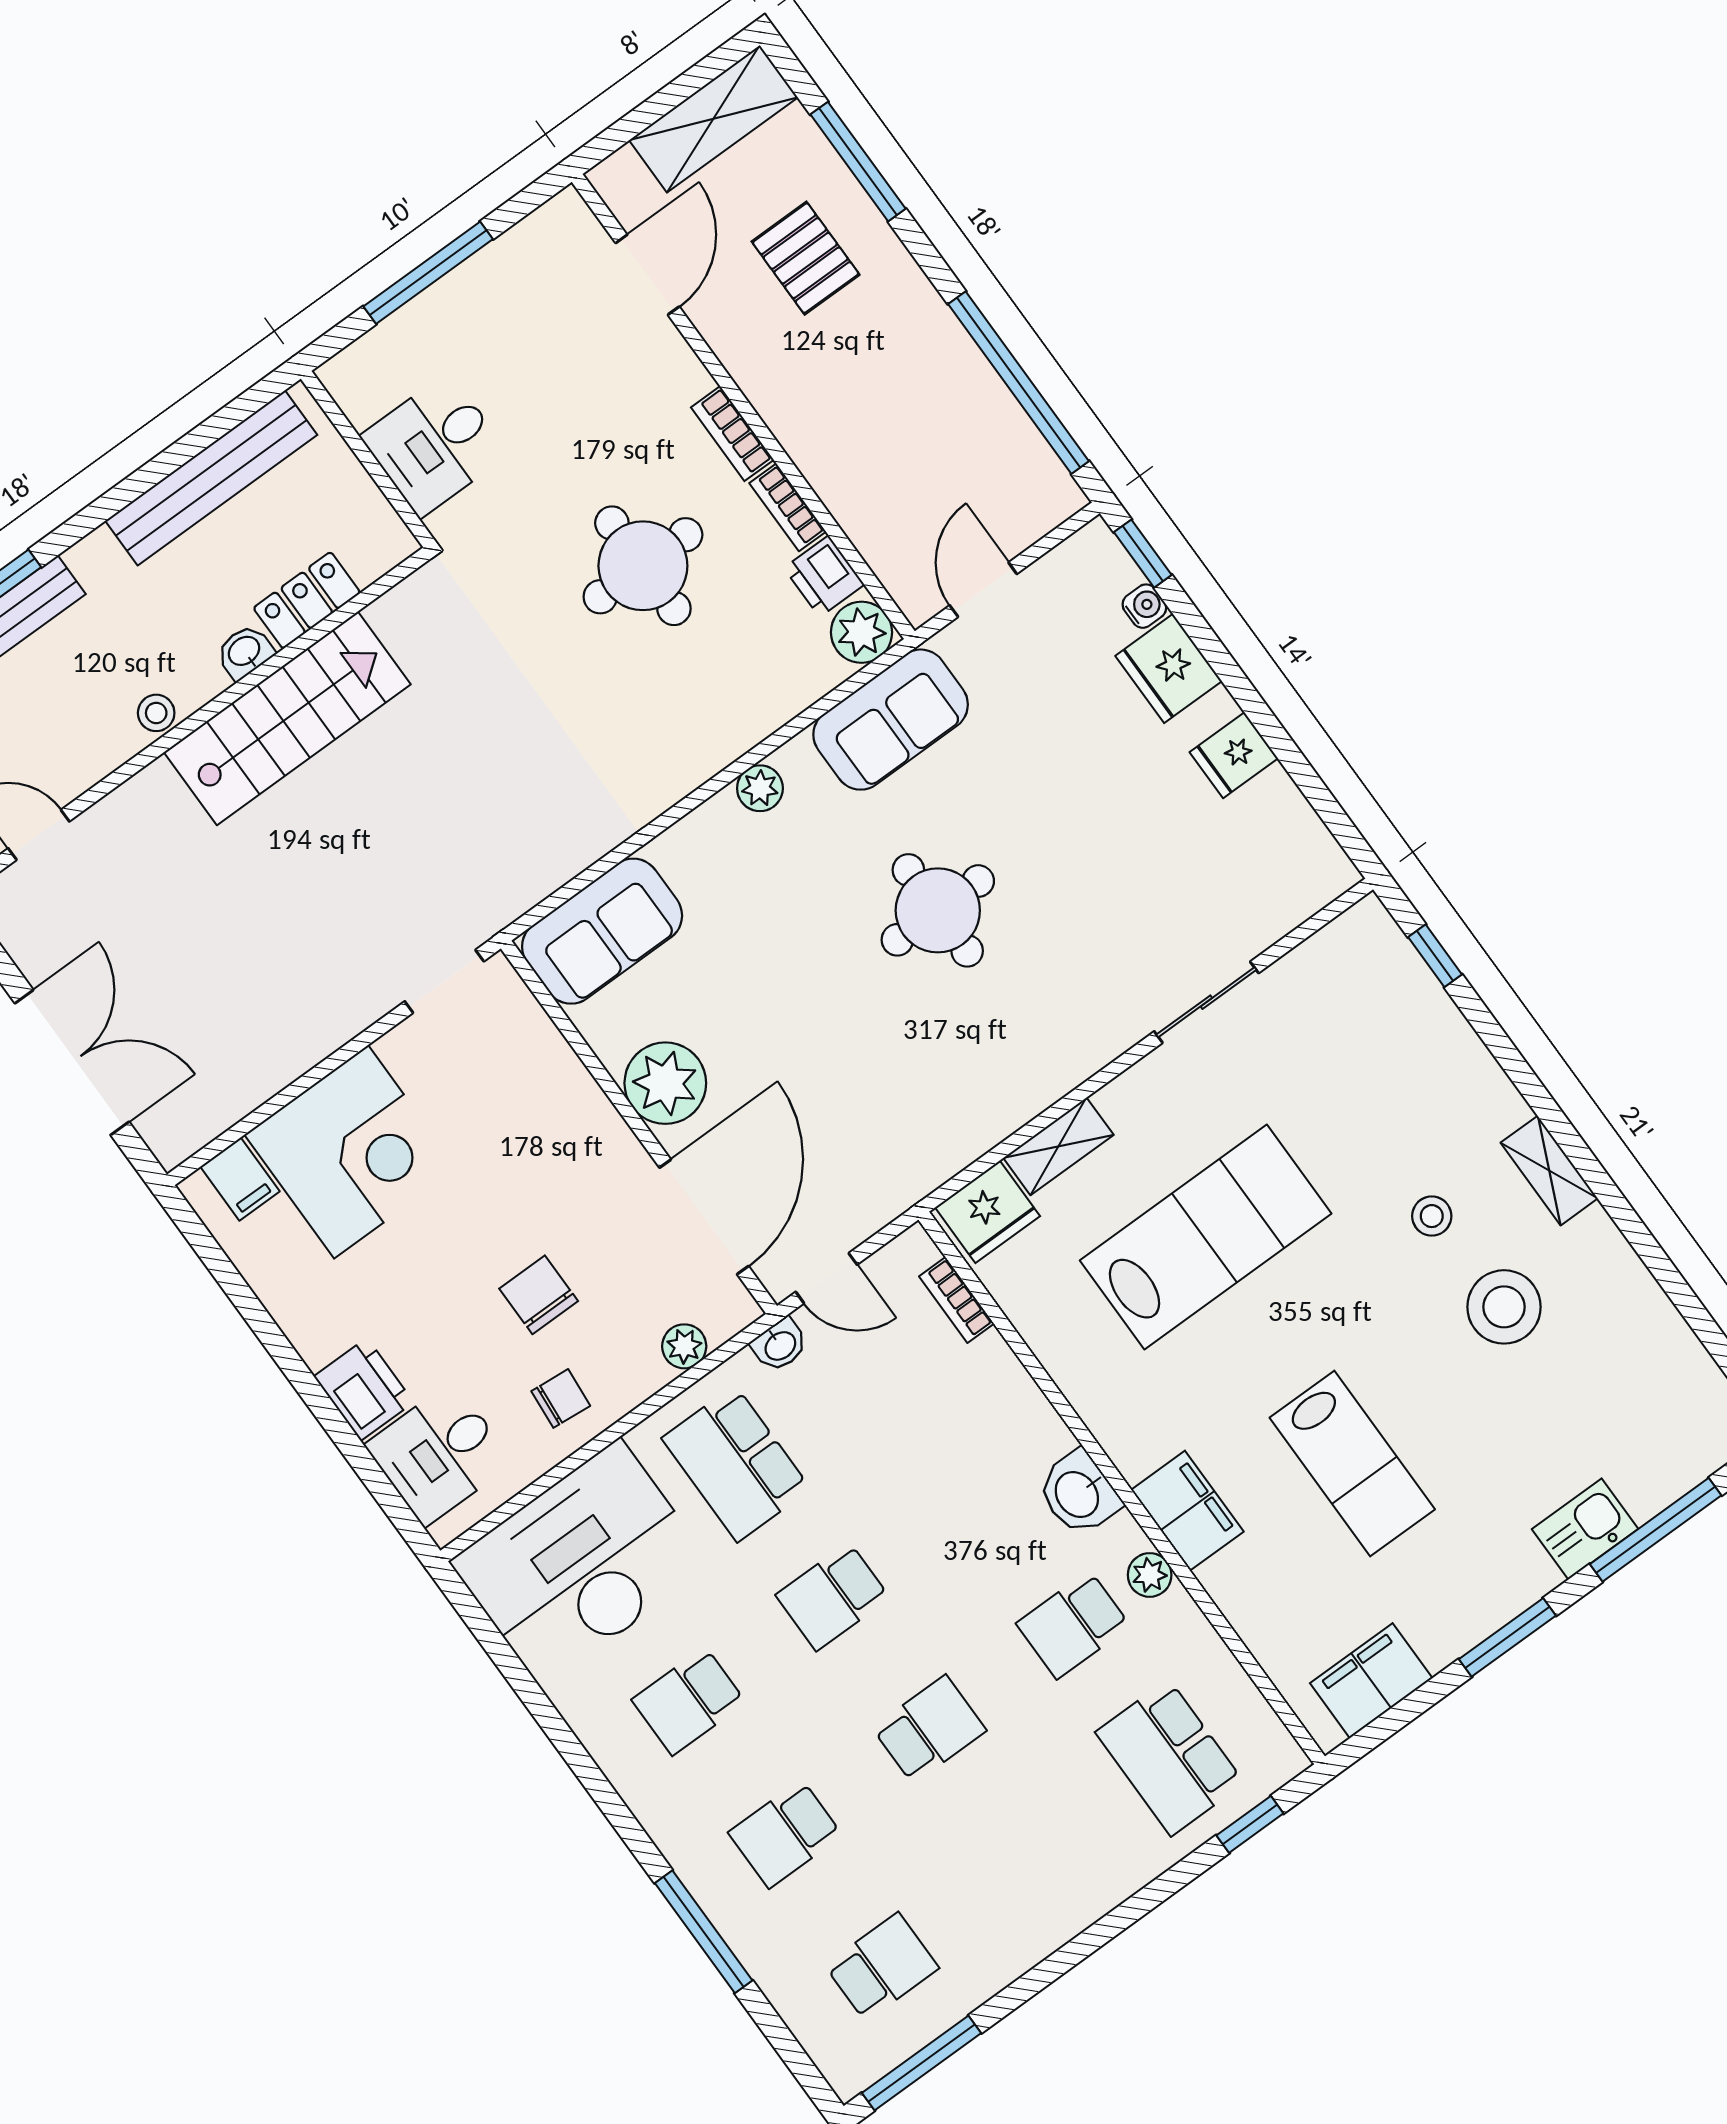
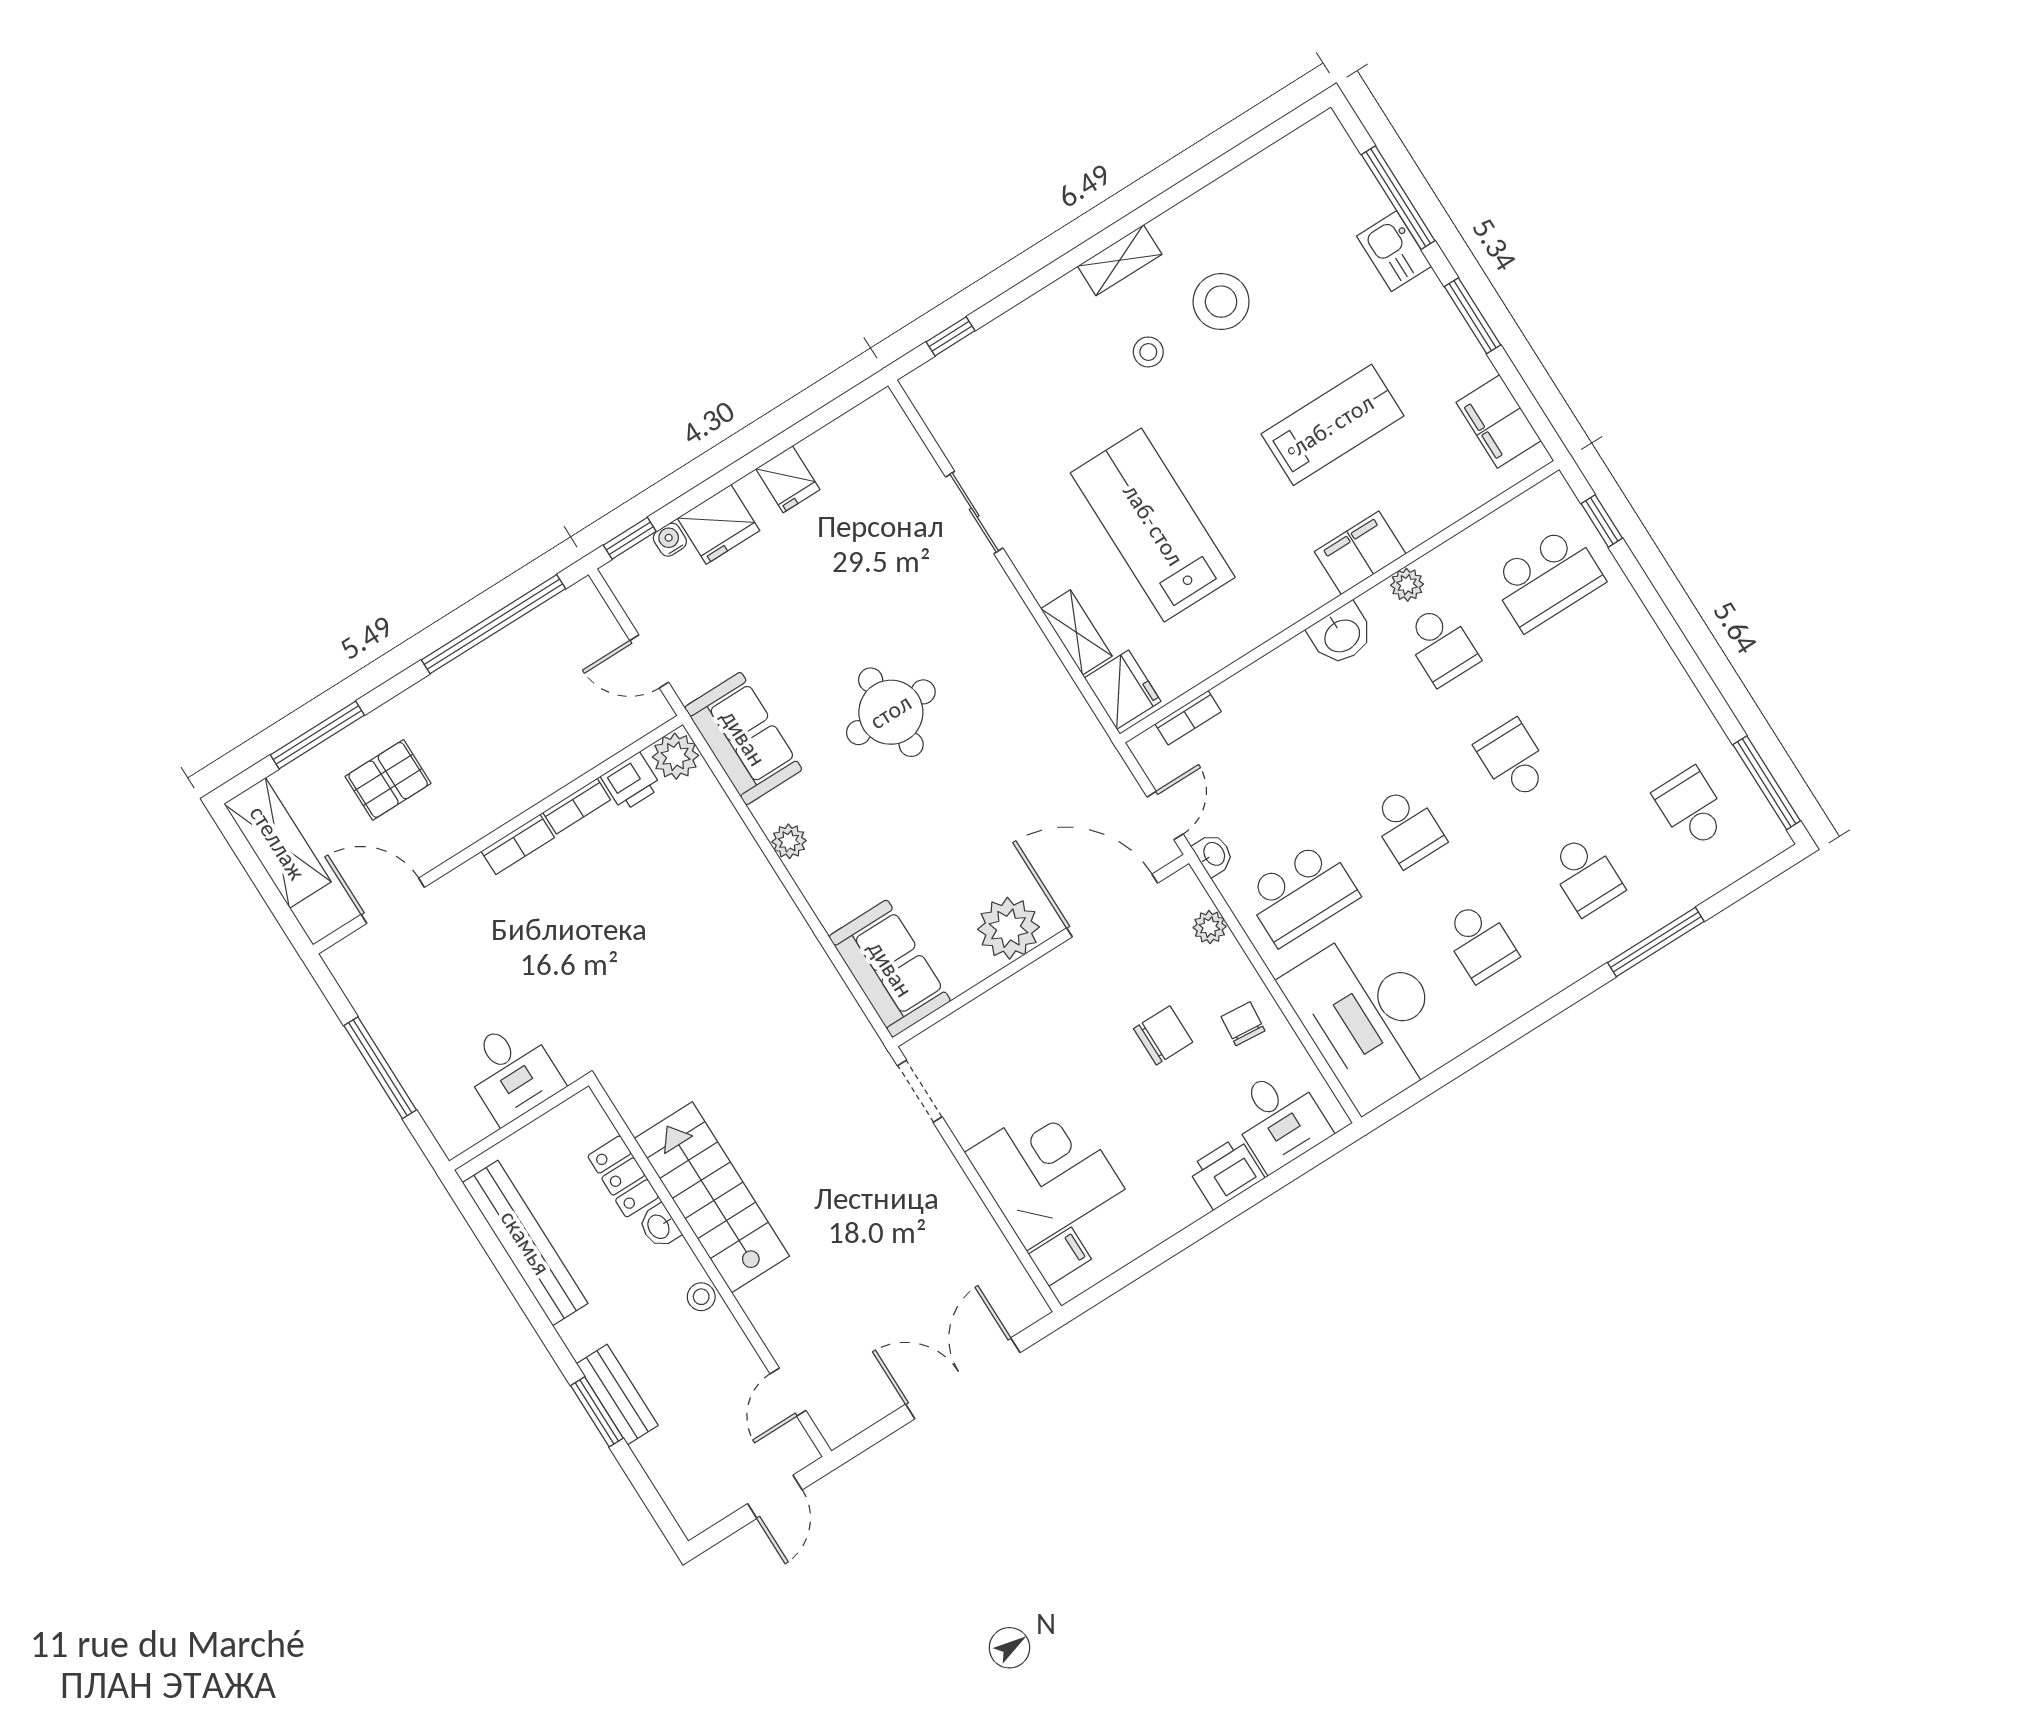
round table: (643, 566) -> (614, 919), removed
chair: (539, 1295) -> (1163, 1035), turned 180

